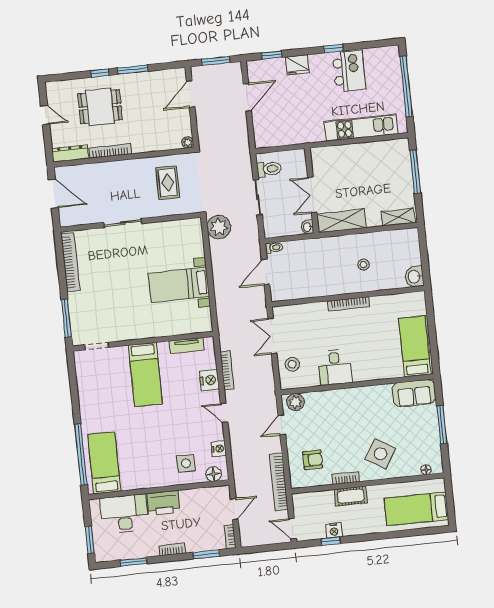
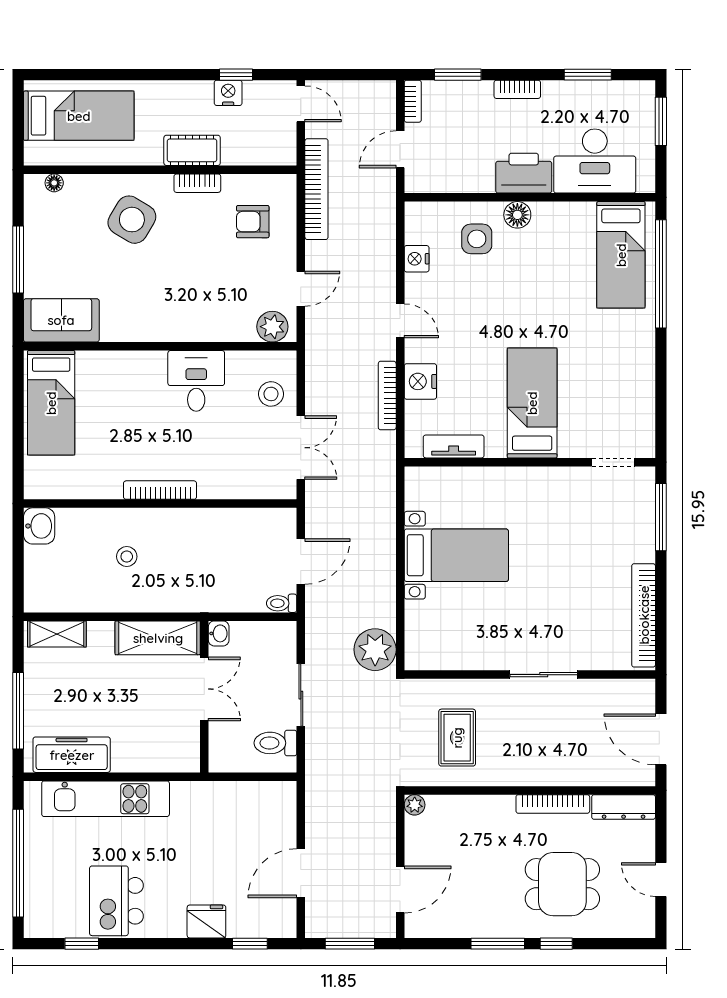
window: (333, 48) -> (82, 944), moved
freezer: (383, 150) -> (72, 755), added
floor lamp: (214, 474) -> (517, 215), moved

